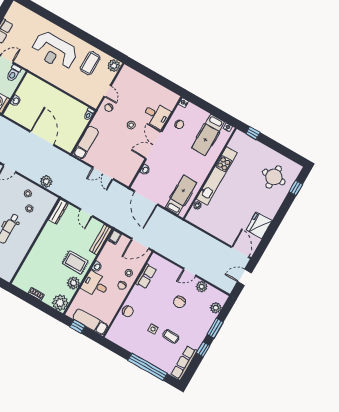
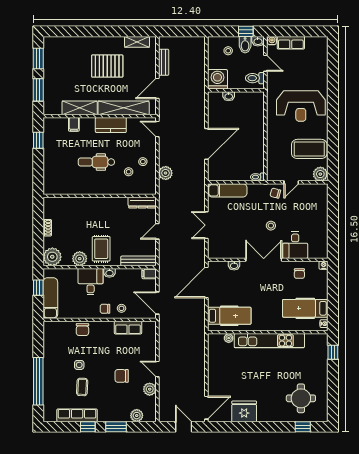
reception desk: (54, 51) -> (301, 106), turned -90
coffee table: (90, 63) -> (309, 149), width x1.36, depth x1.32
row of seats: (184, 363) -> (77, 415), moved

